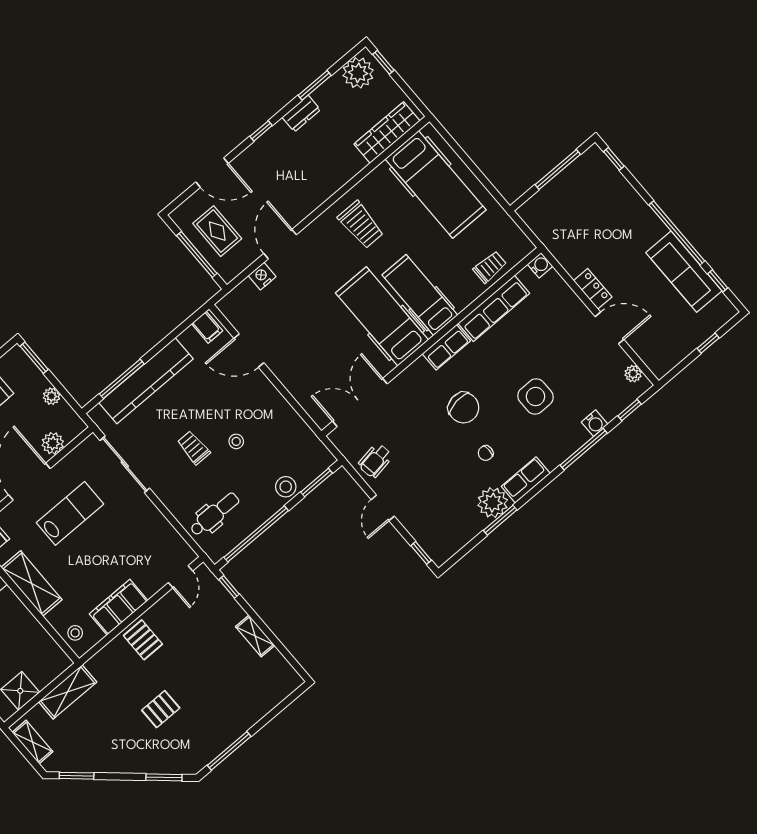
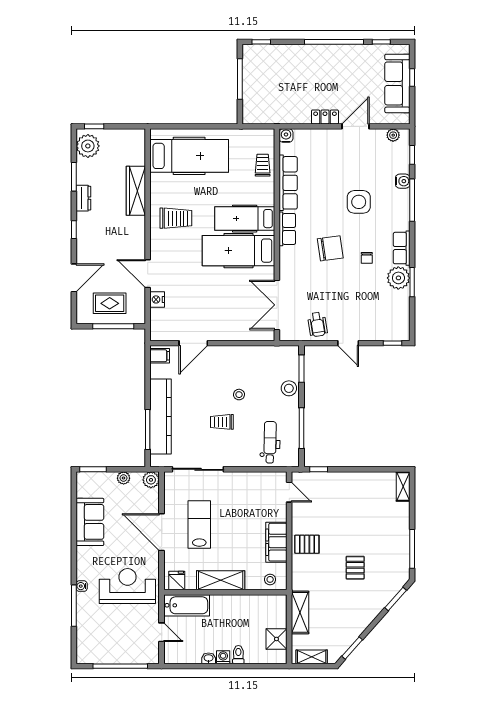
wardrobe: (387, 132) -> (136, 191), moved
sofa: (684, 272) -> (397, 83), moved, turned 90
plant: (53, 443) -> (151, 480), moved
window: (256, 534) -> (301, 428), width x0.68
shelving: (255, 636) -> (403, 486), moved, turned 90

